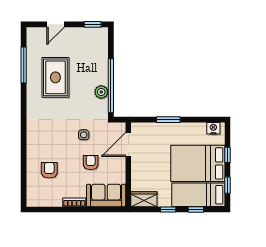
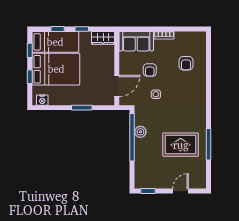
window: (24, 65) -> (208, 144), moved
rug: (55, 77) -> (181, 145), turned 90

